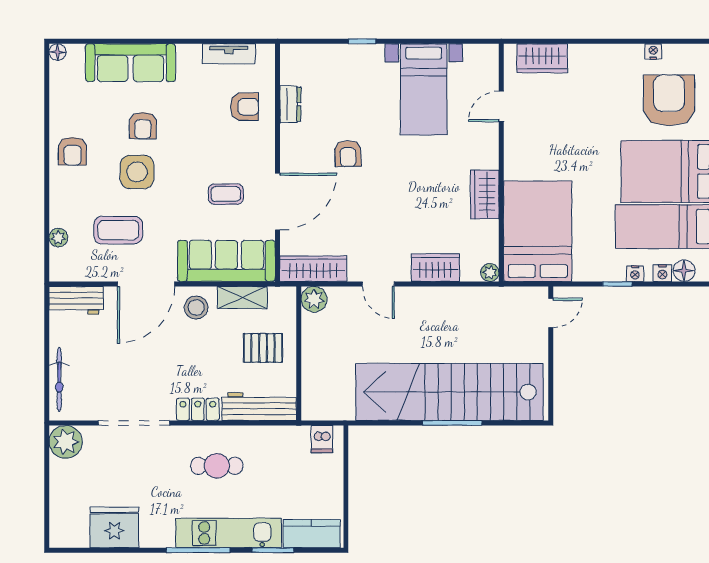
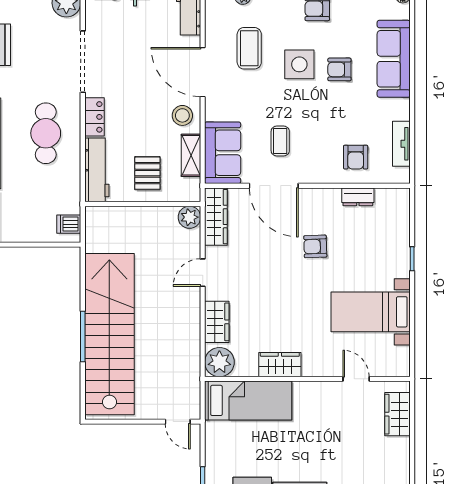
bed: (538, 231) -> (248, 400), width x0.67
sofa: (226, 261) -> (223, 153), width x0.73
plant: (490, 272) -> (219, 362), width x1.87, depth x1.87
cafe table: (217, 466) -> (46, 133), width x1.37, depth x1.35

